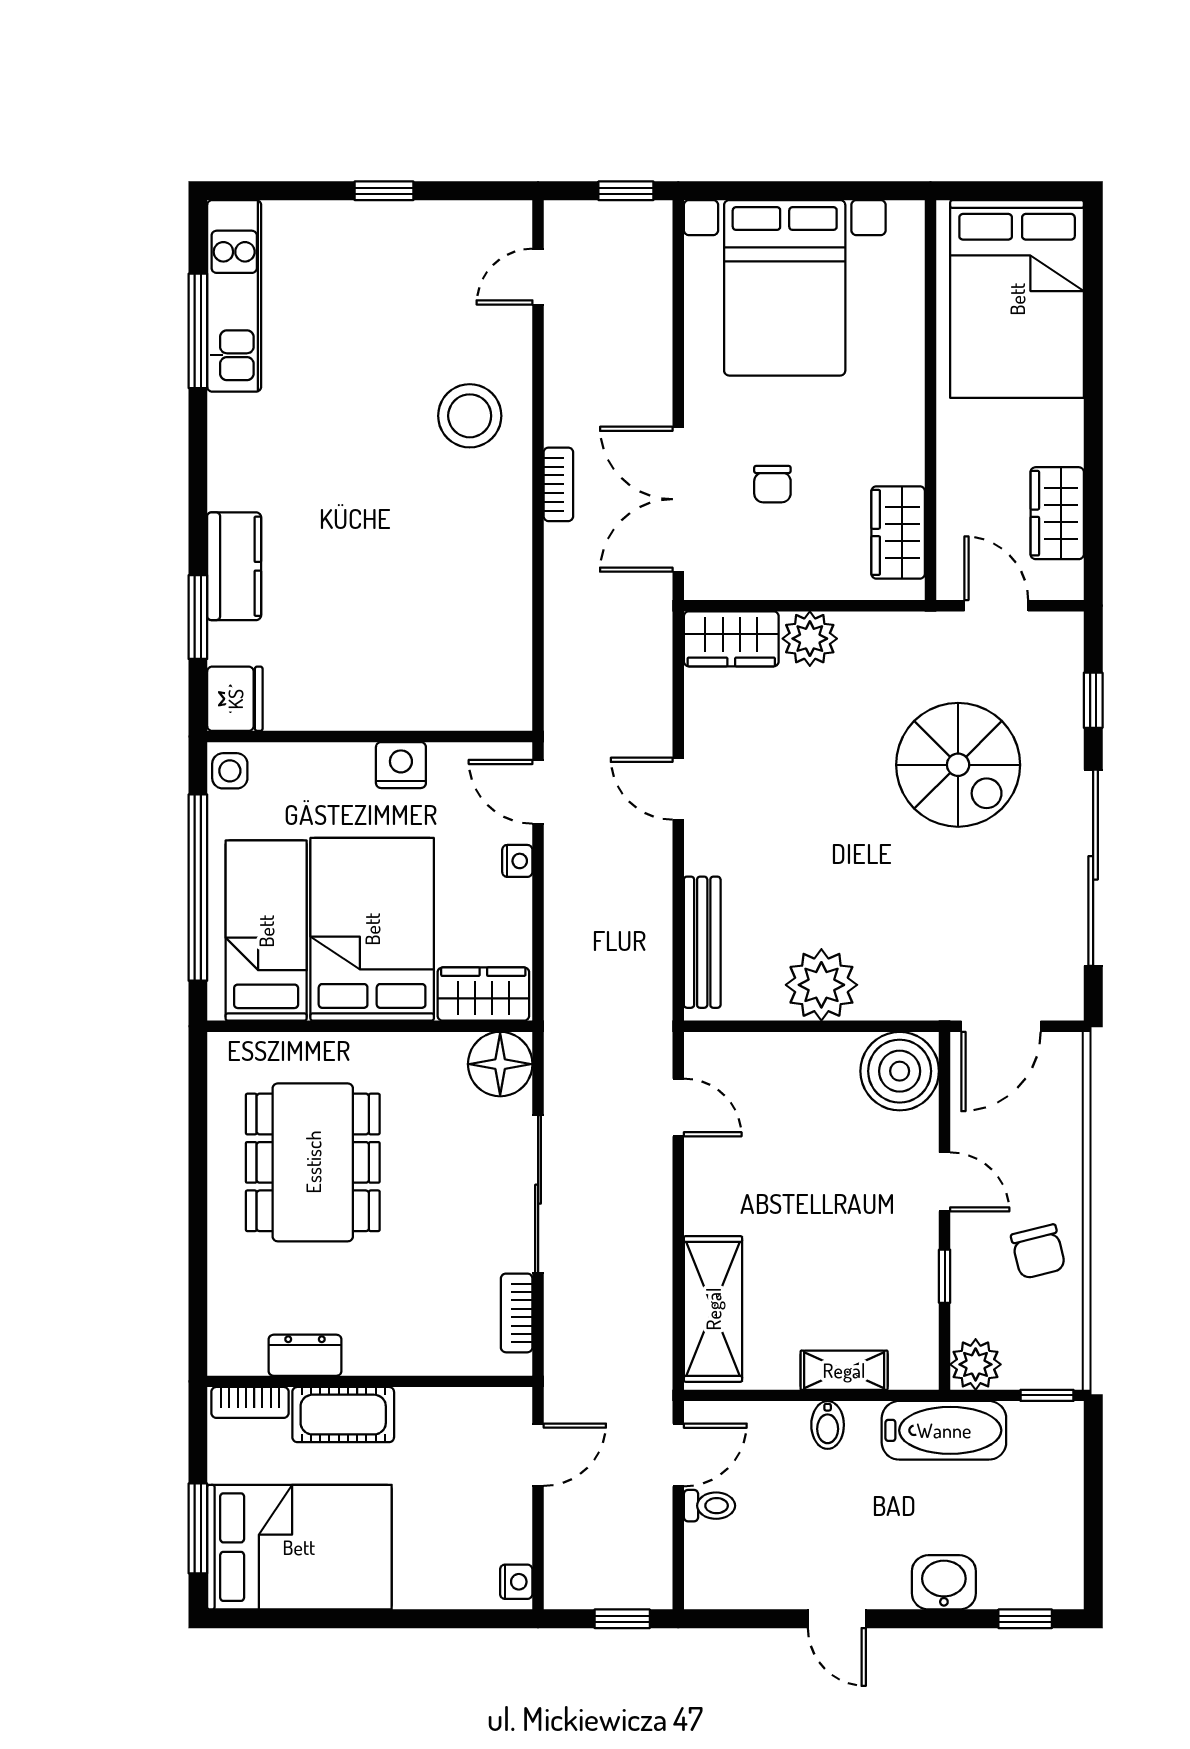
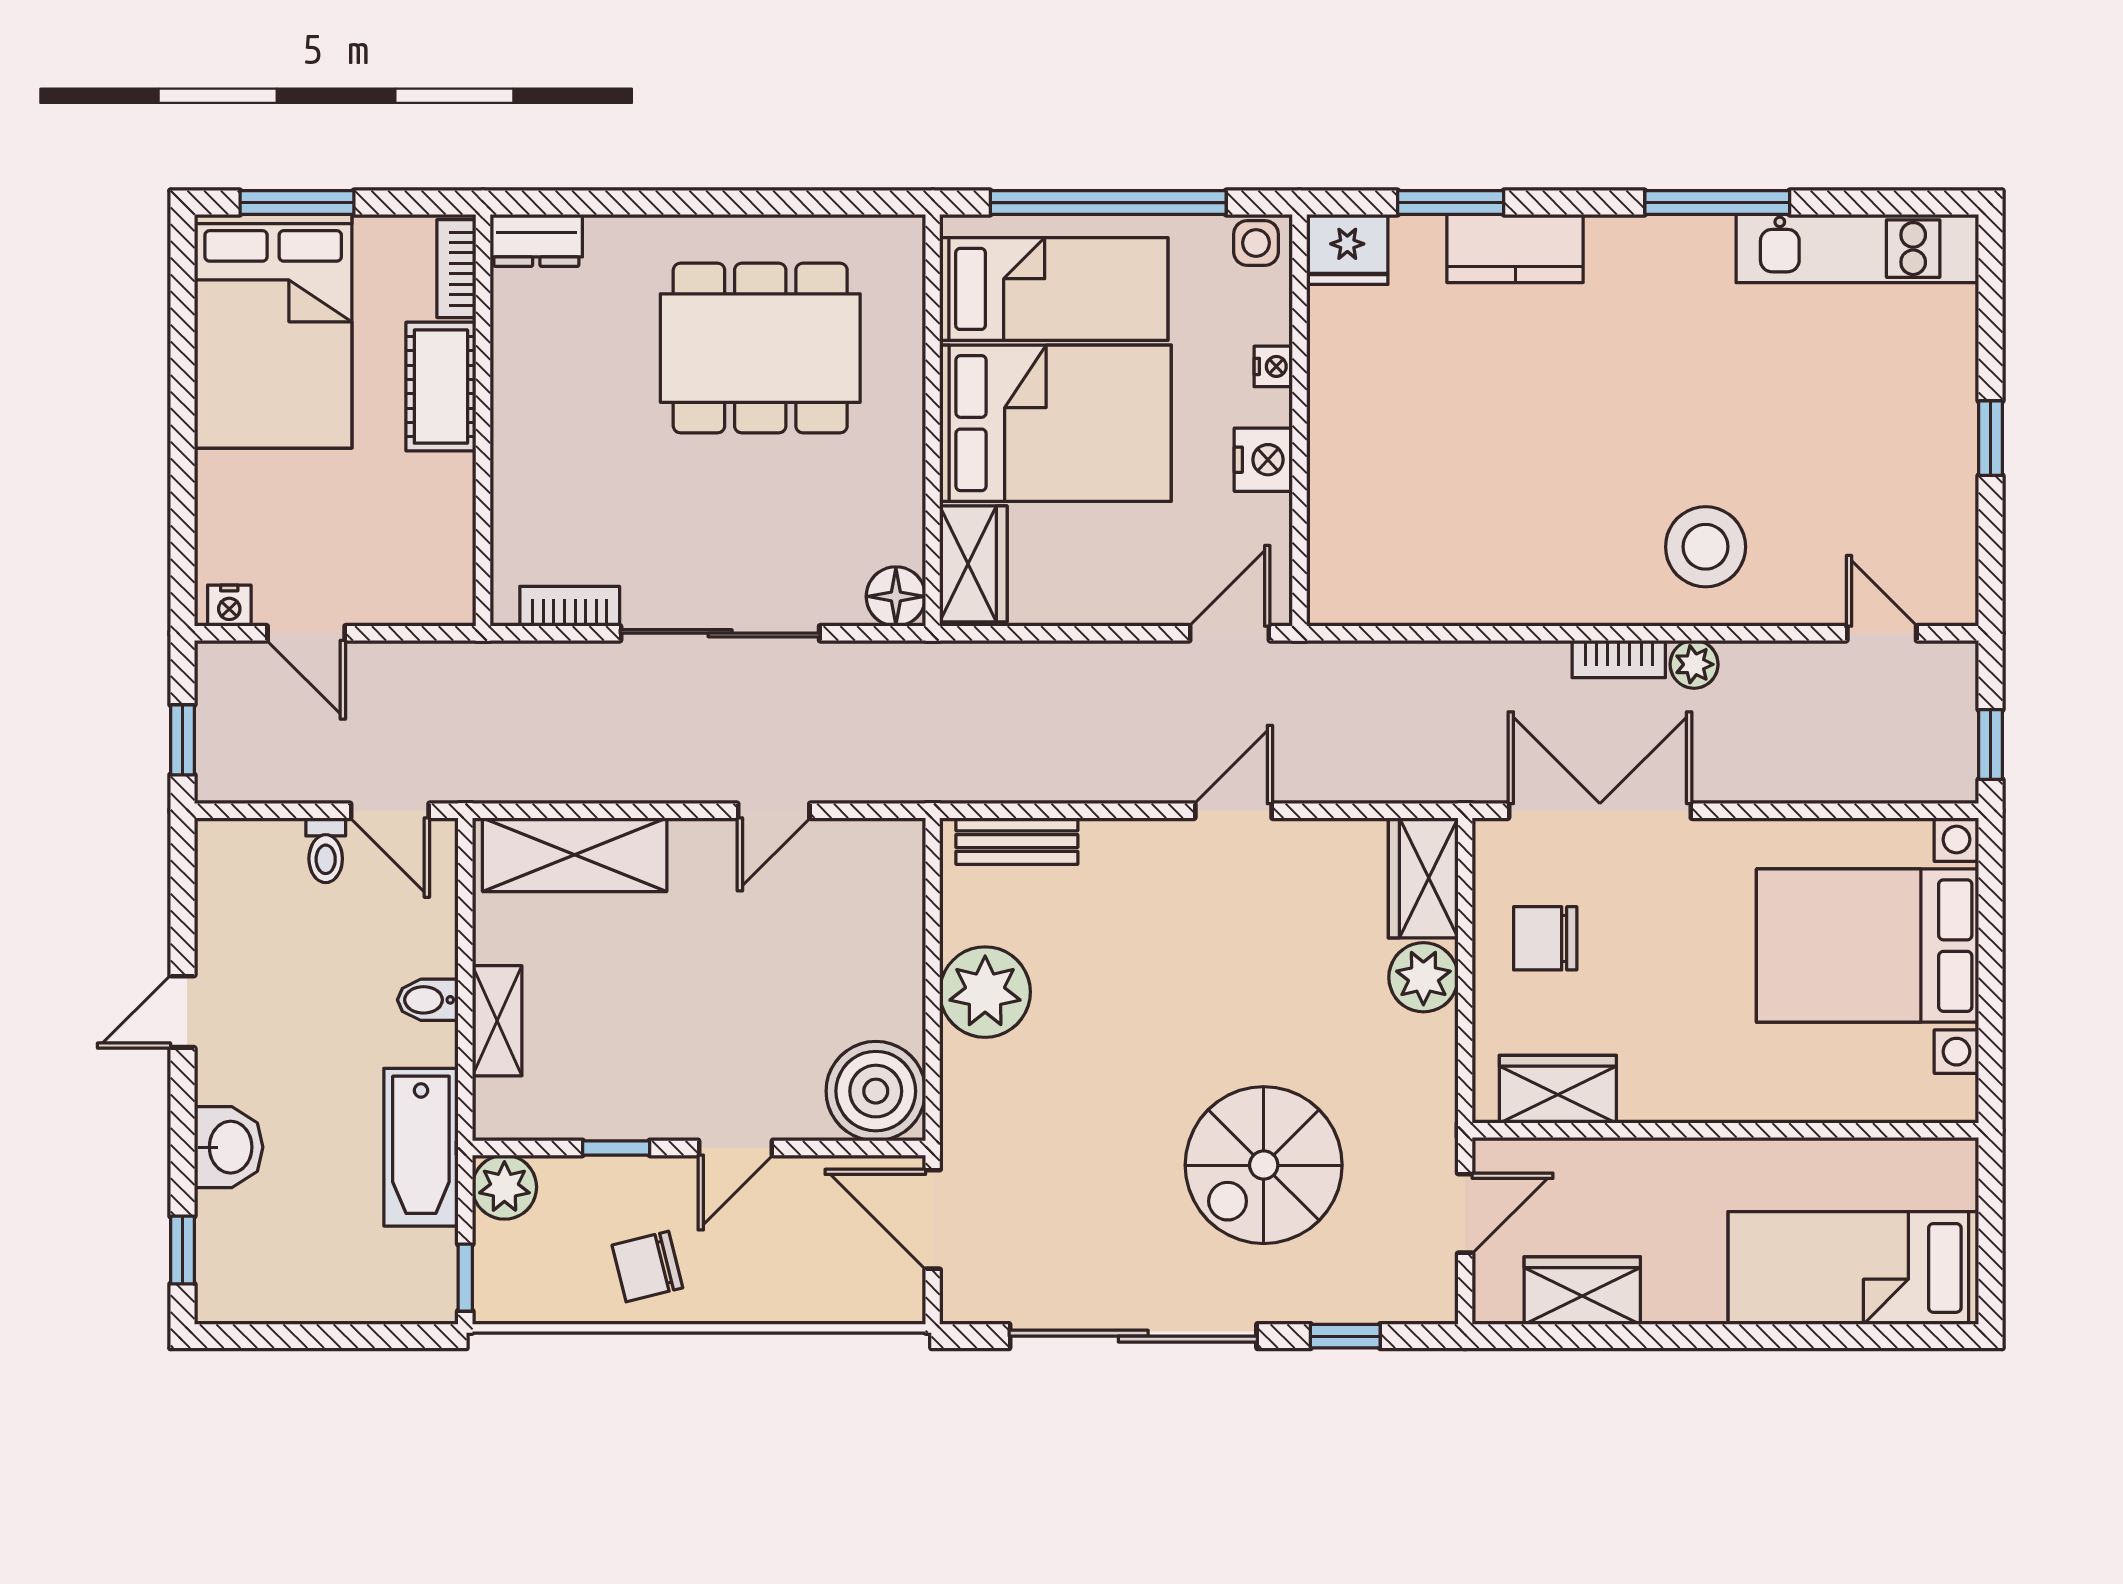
bed: (1017, 299) -> (1853, 1268), width x0.67
window: (198, 331) -> (1717, 203), moved
plant: (563, 425) -> (1694, 664), added
chair: (772, 484) -> (1545, 938), moved, width x1.37, depth x1.37
nightstand: (517, 861) -> (1273, 366), moved, turned -90
bench: (702, 942) -> (1017, 841), width x0.73
floor lamp: (500, 1064) -> (896, 596), width x0.73, depth x0.73
door: (678, 1107) -> (774, 811), moved
dresser: (305, 1355) -> (536, 240), moved, turned 90
door: (538, 1455) -> (306, 633), moved

